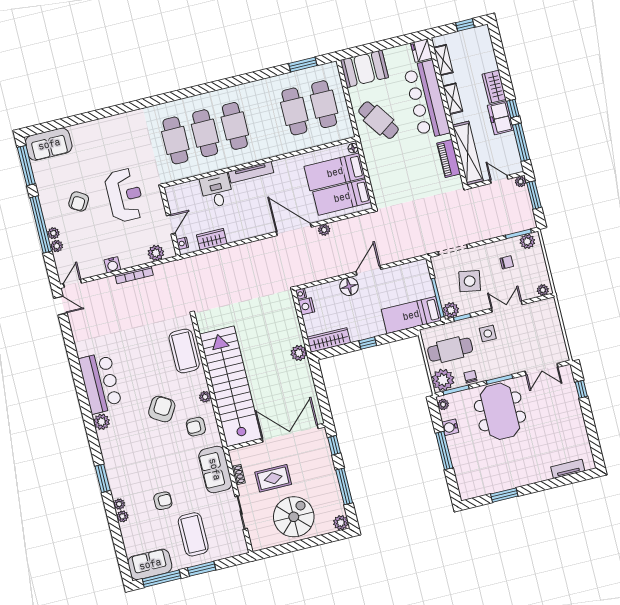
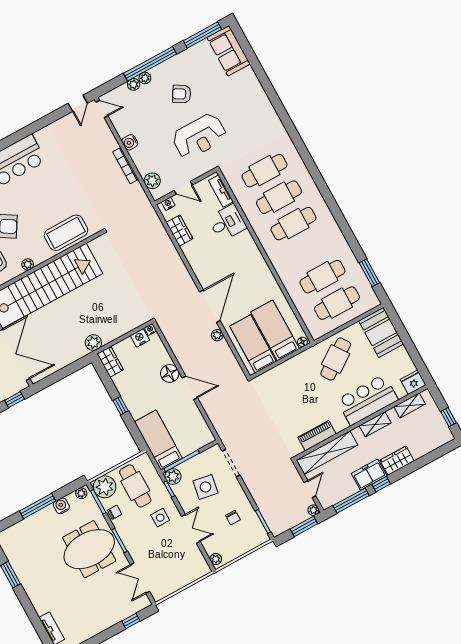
bar counter: (427, 100) -> (367, 400), width x0.73
tv unit: (251, 172) -> (221, 191), moved, width x0.71
plant: (527, 241) -> (258, 532), removed
wardrobe: (329, 340) -> (110, 362), width x0.67

